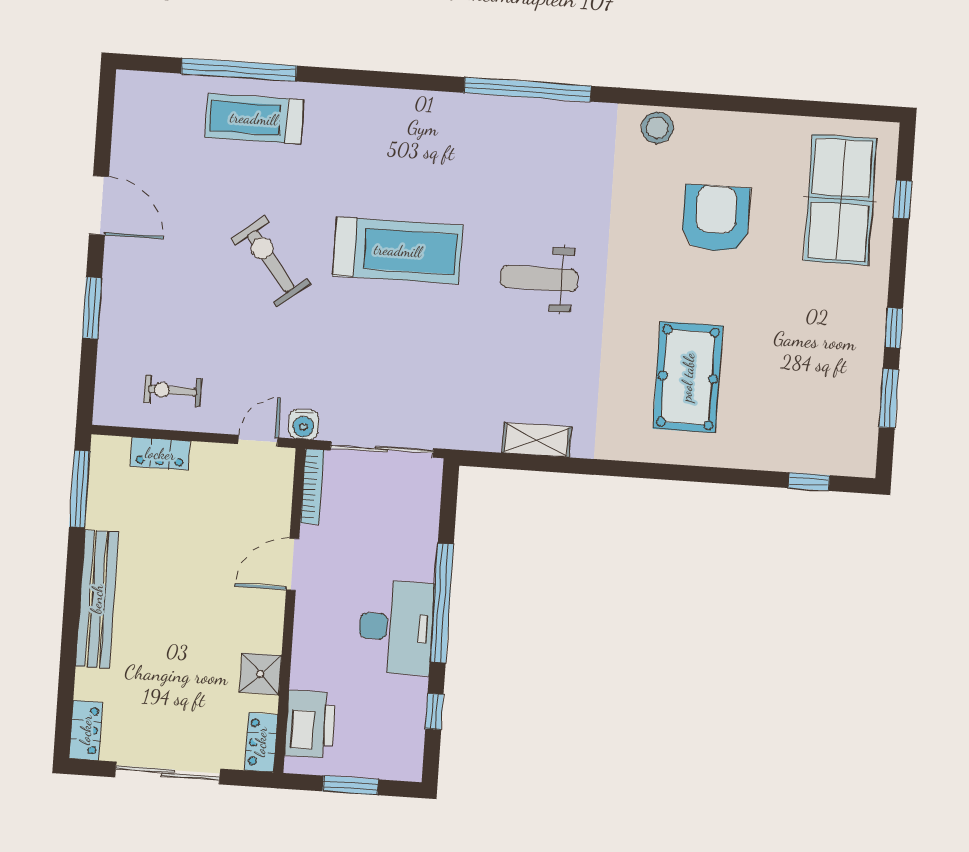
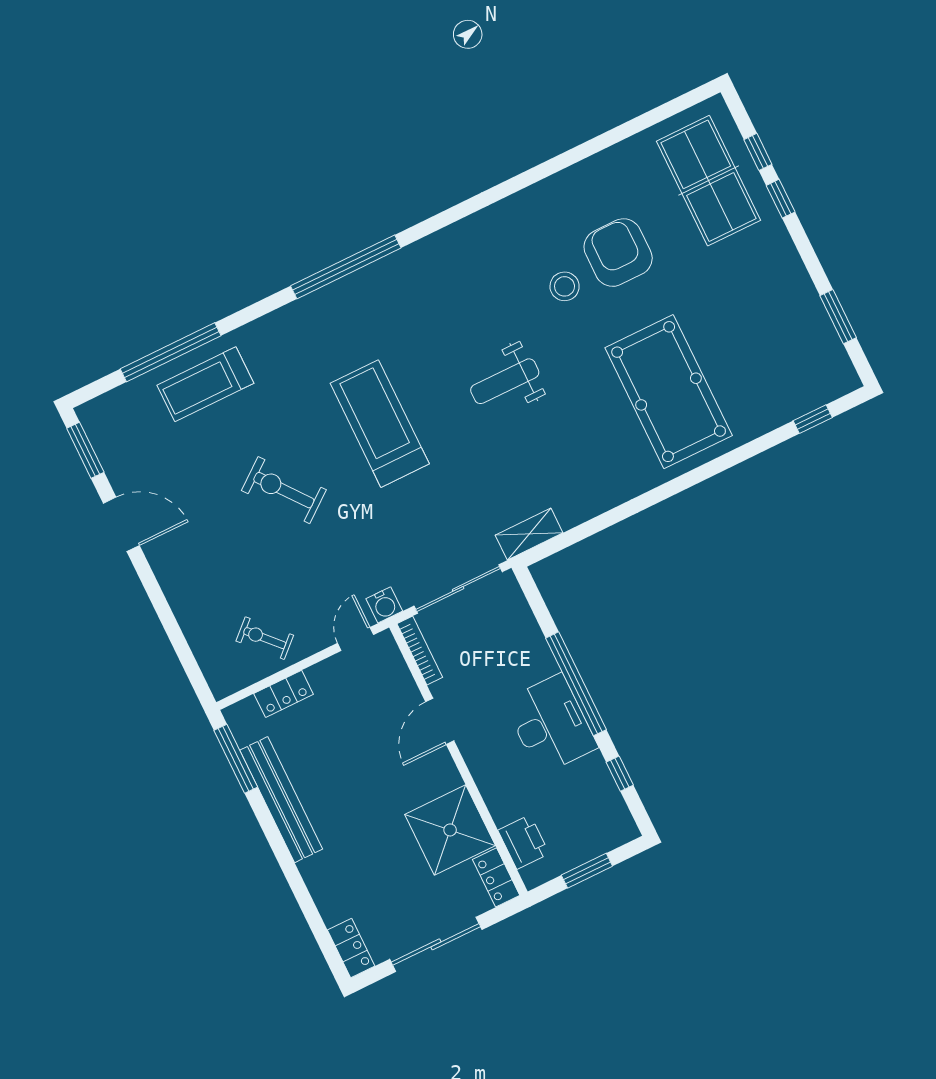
window: (528, 89) -> (346, 267), moved
stool: (657, 128) -> (565, 286), moved
treadmill: (398, 251) -> (380, 424), turned -90
window: (92, 308) -> (85, 450), moved
window: (894, 328) -> (781, 199), moved
pool table: (688, 377) -> (669, 392), width x1.36, depth x1.32
exercise bike: (173, 391) -> (265, 638), turned 47
shelving: (536, 440) -> (529, 534), moved
bench: (97, 599) -> (281, 800), moved
shower: (261, 674) -> (450, 830), width x1.86, depth x1.86
printer: (310, 724) -> (524, 842), width x0.73, depth x0.84

